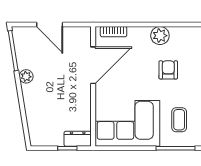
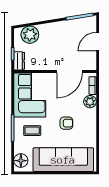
plant: (160, 36) -> (90, 102), moved
door: (93, 65) -> (70, 72), hinge flipped
plant: (26, 76) -> (30, 35), moved, width x1.87, depth x1.87

